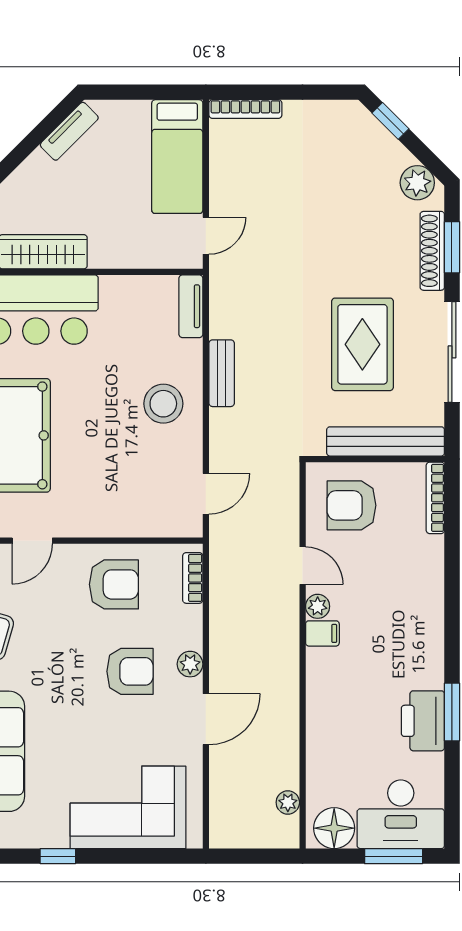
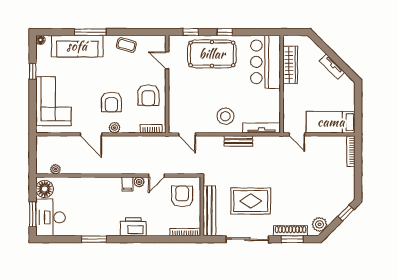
tv unit: (69, 131) -> (332, 67), moved
tv unit: (191, 306) -> (261, 128), width x1.41
printer: (423, 721) -> (133, 227), moved

